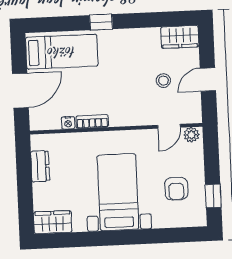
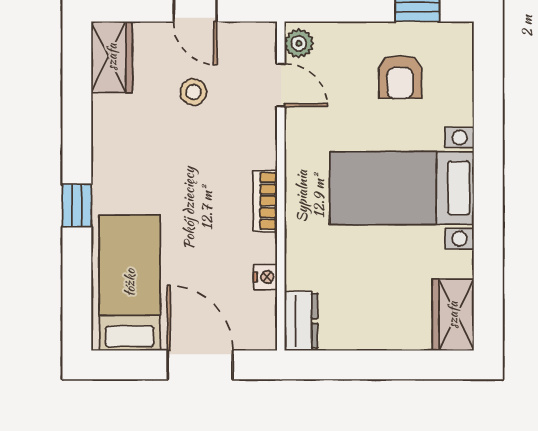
bookcase: (92, 121) -> (265, 201), moved
dresser: (40, 166) -> (301, 321), moved, turned 90
armchair: (176, 189) -> (400, 77), turned 90

